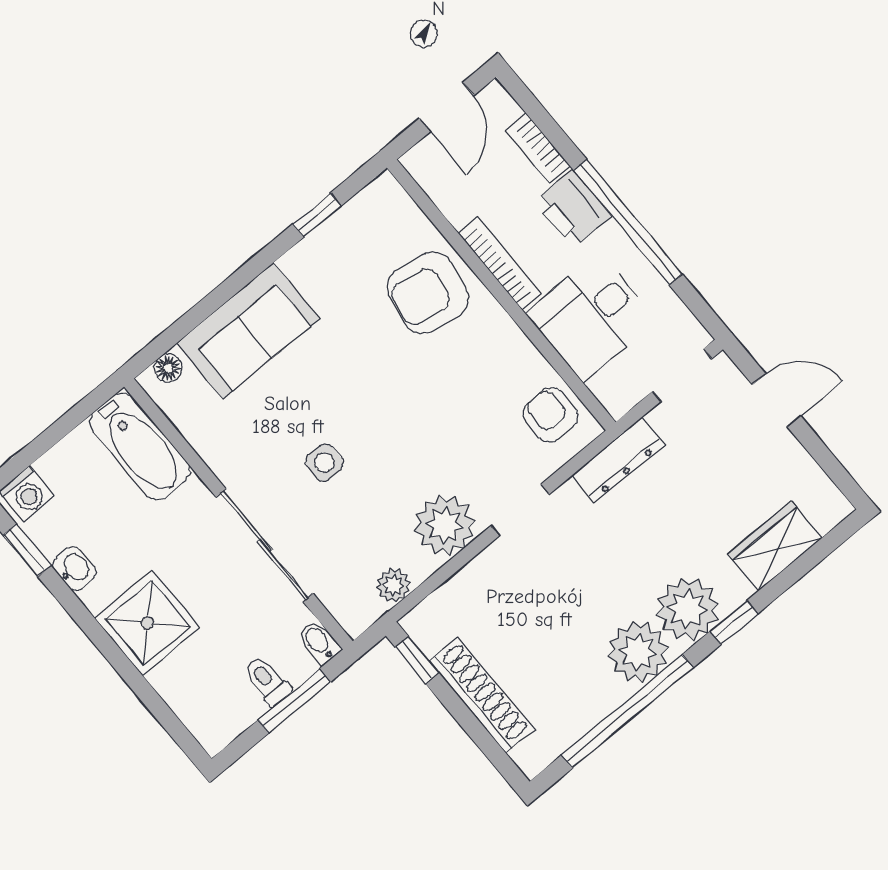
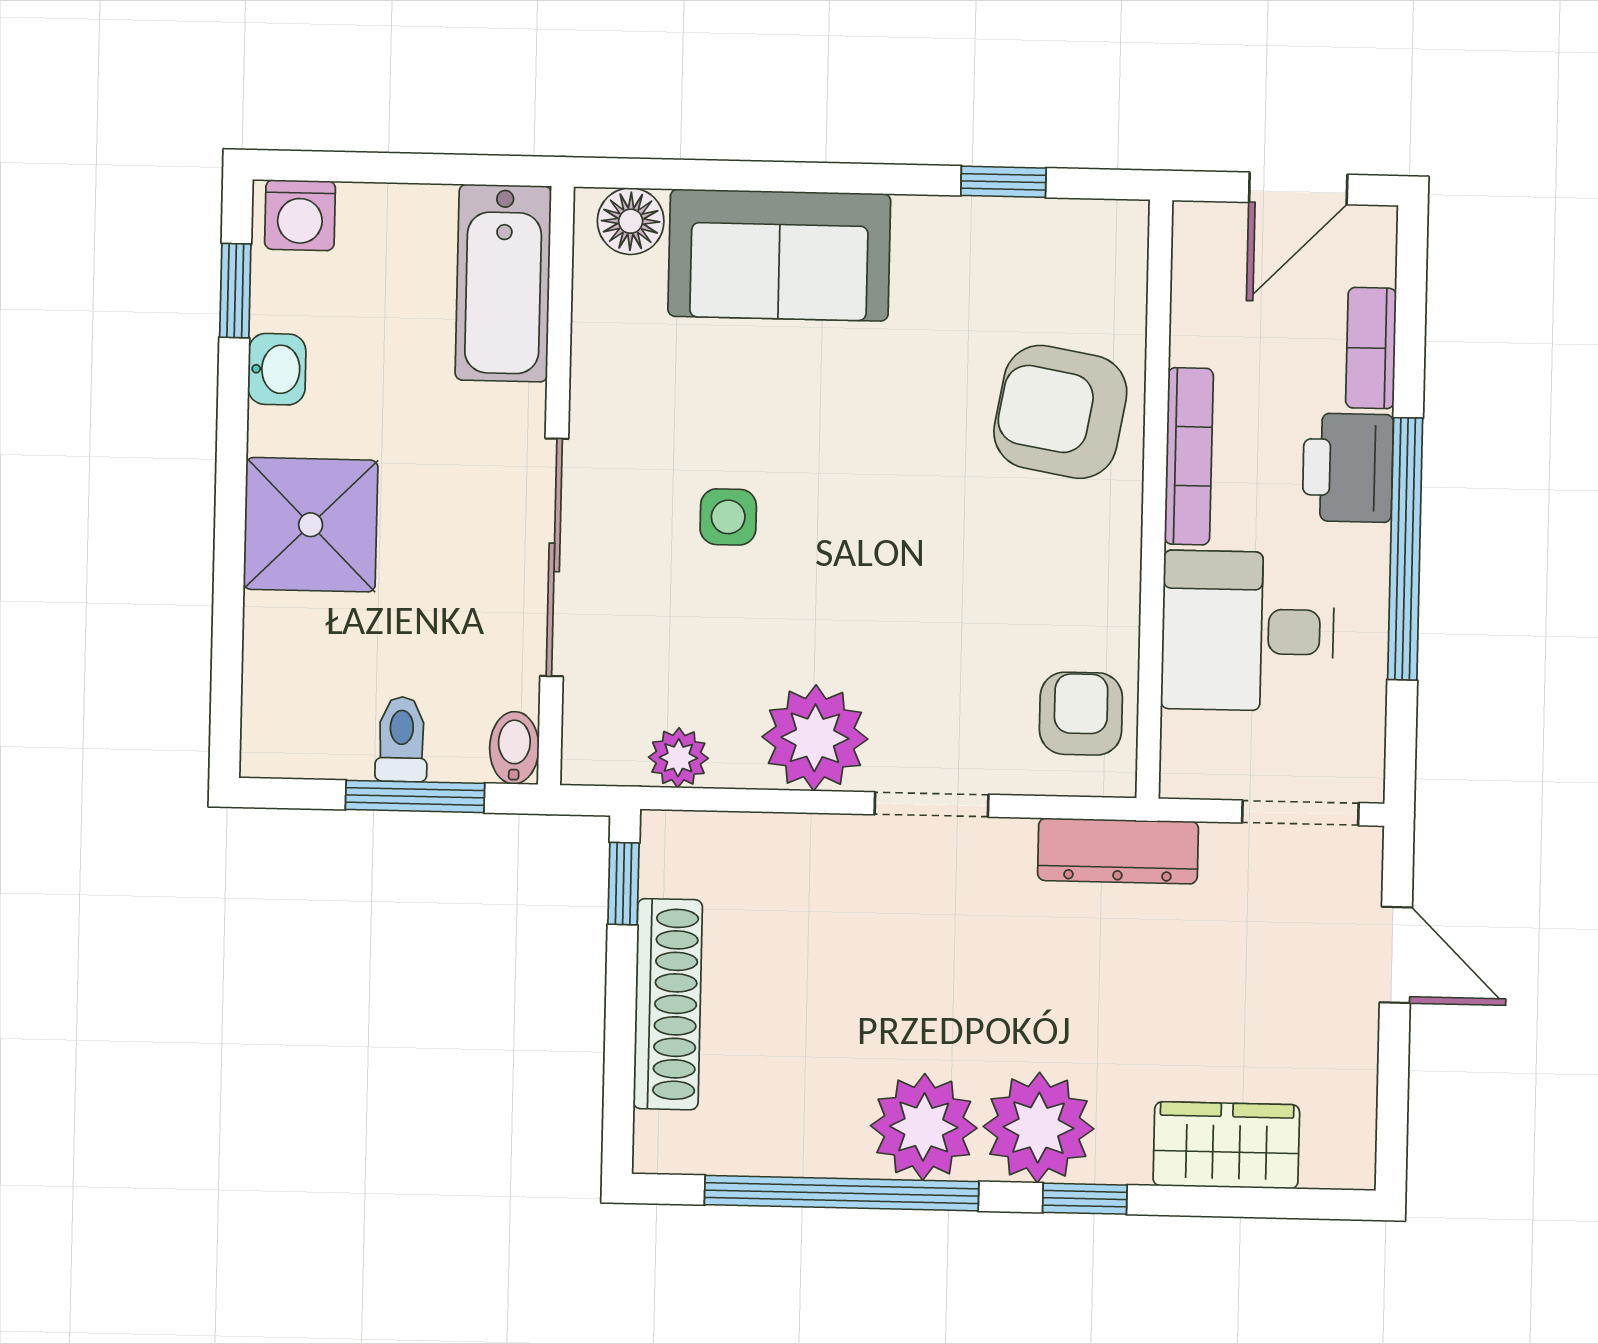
floor lamp: (168, 368) -> (631, 221), width x1.37, depth x1.37

